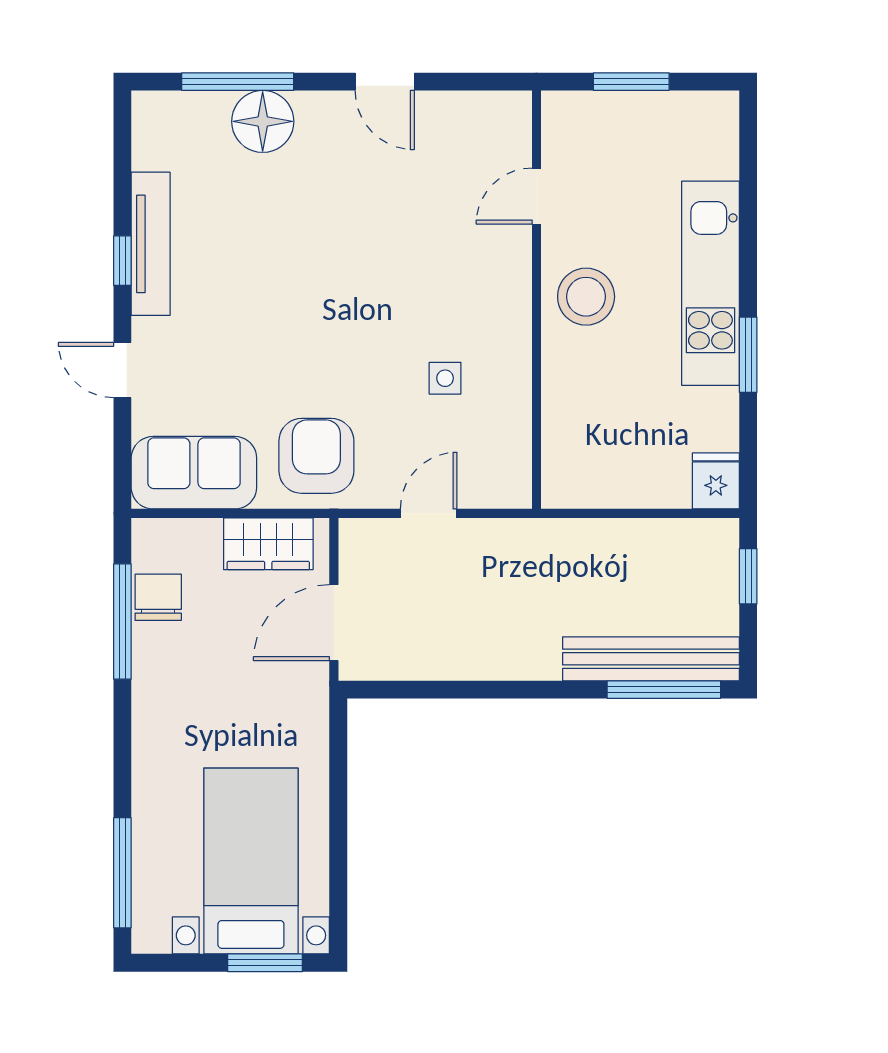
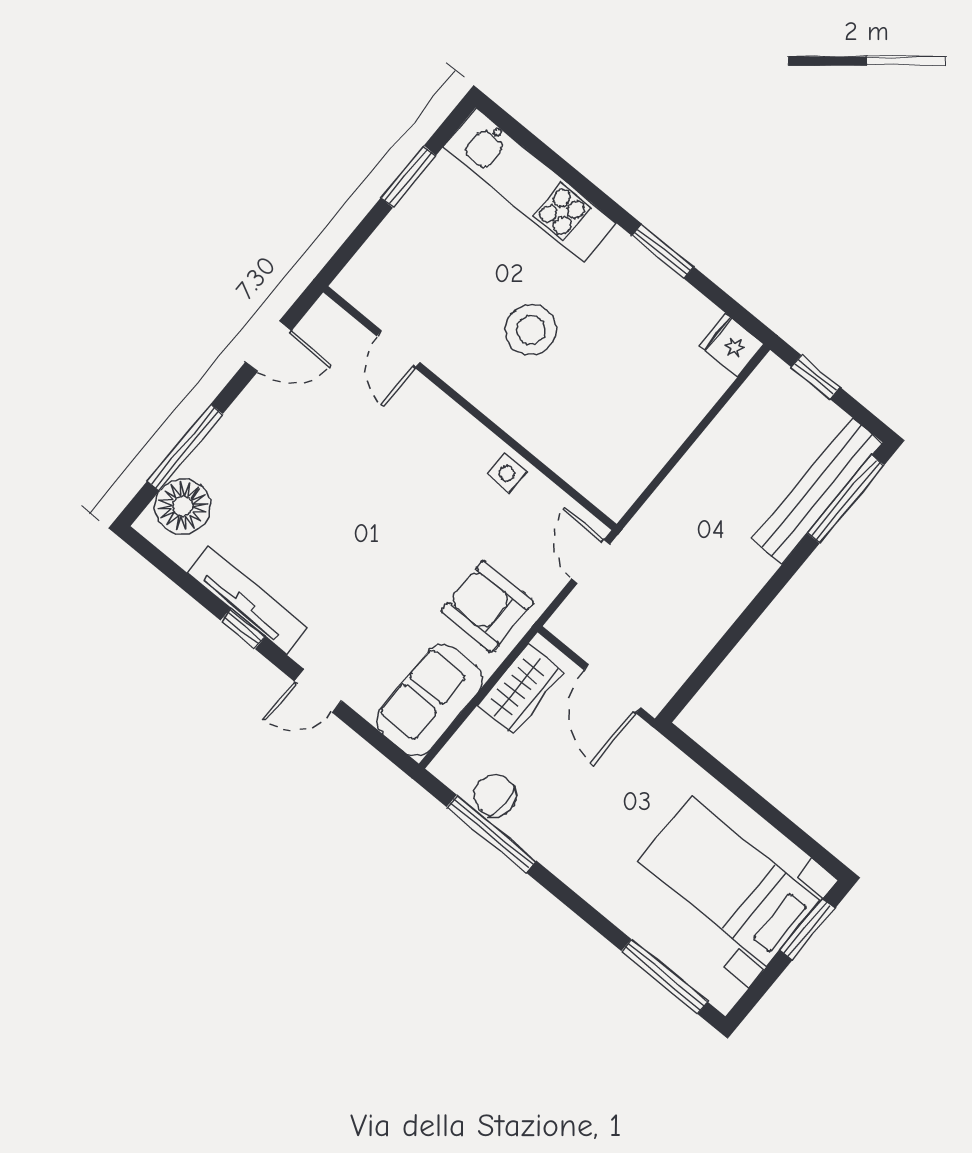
floor lamp: (263, 121) -> (183, 506), moved
door: (537, 196) -> (398, 349), moved
kitchen unit: (710, 283) -> (530, 185), moved
wall: (537, 300) -> (470, 408), moved

